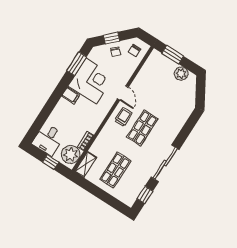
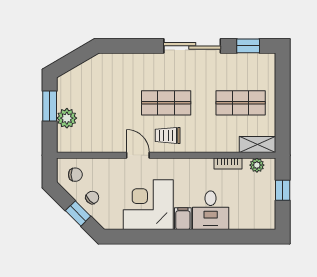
window: (173, 55) -> (50, 106), moved
window: (77, 64) -> (138, 237), removed
plant: (181, 74) -> (67, 118), moved
door: (123, 93) -> (138, 155), hinge flipped
desk: (48, 139) -> (211, 210), moved, turned 90
plant: (71, 154) -> (257, 165), width x0.53, depth x0.53

